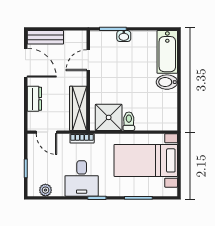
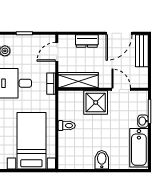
bathtub: (167, 52) -> (139, 148), moved, turned -90
shower: (109, 117) -> (96, 102), moved

